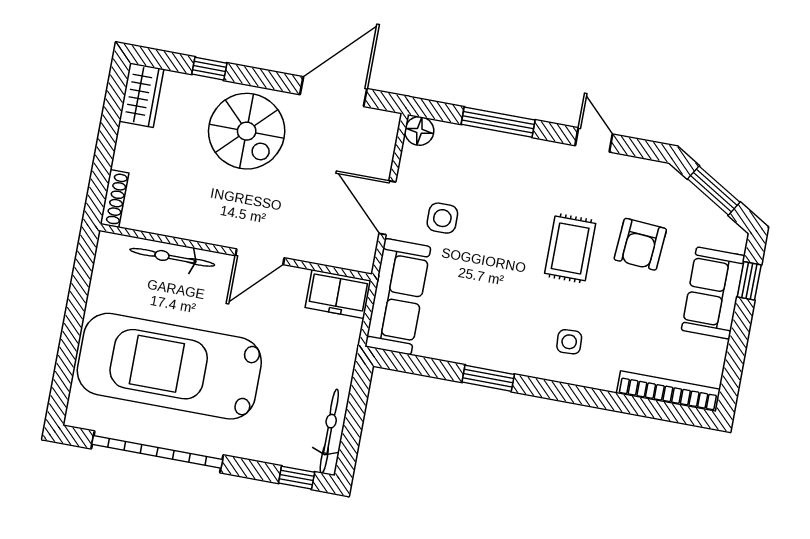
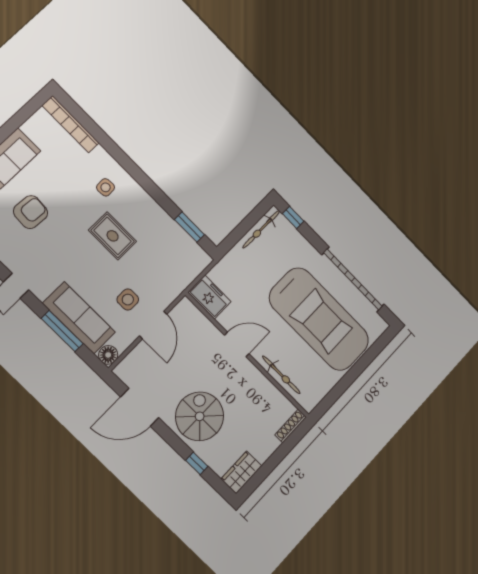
rug: (570, 248) -> (113, 236), moved, turned 90
sofa: (398, 297) -> (79, 318), moved, turned 90
window: (488, 378) -> (189, 227), moved

